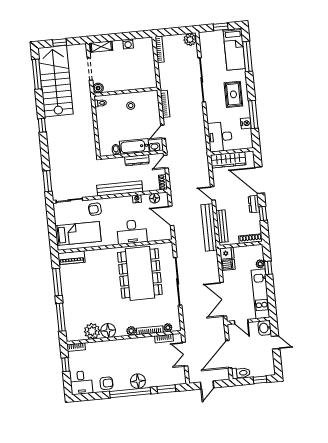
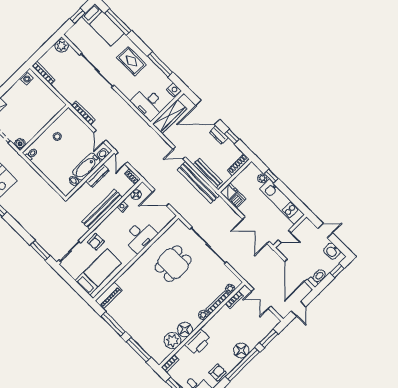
washing machine: (128, 44) -> (26, 78), moved
nightstand: (246, 123) -> (174, 90), moved
dining table: (140, 273) -> (173, 264), width x0.53, depth x0.80
washbasin: (265, 328) -> (332, 251), moved
printer: (110, 348) -> (198, 342), added

